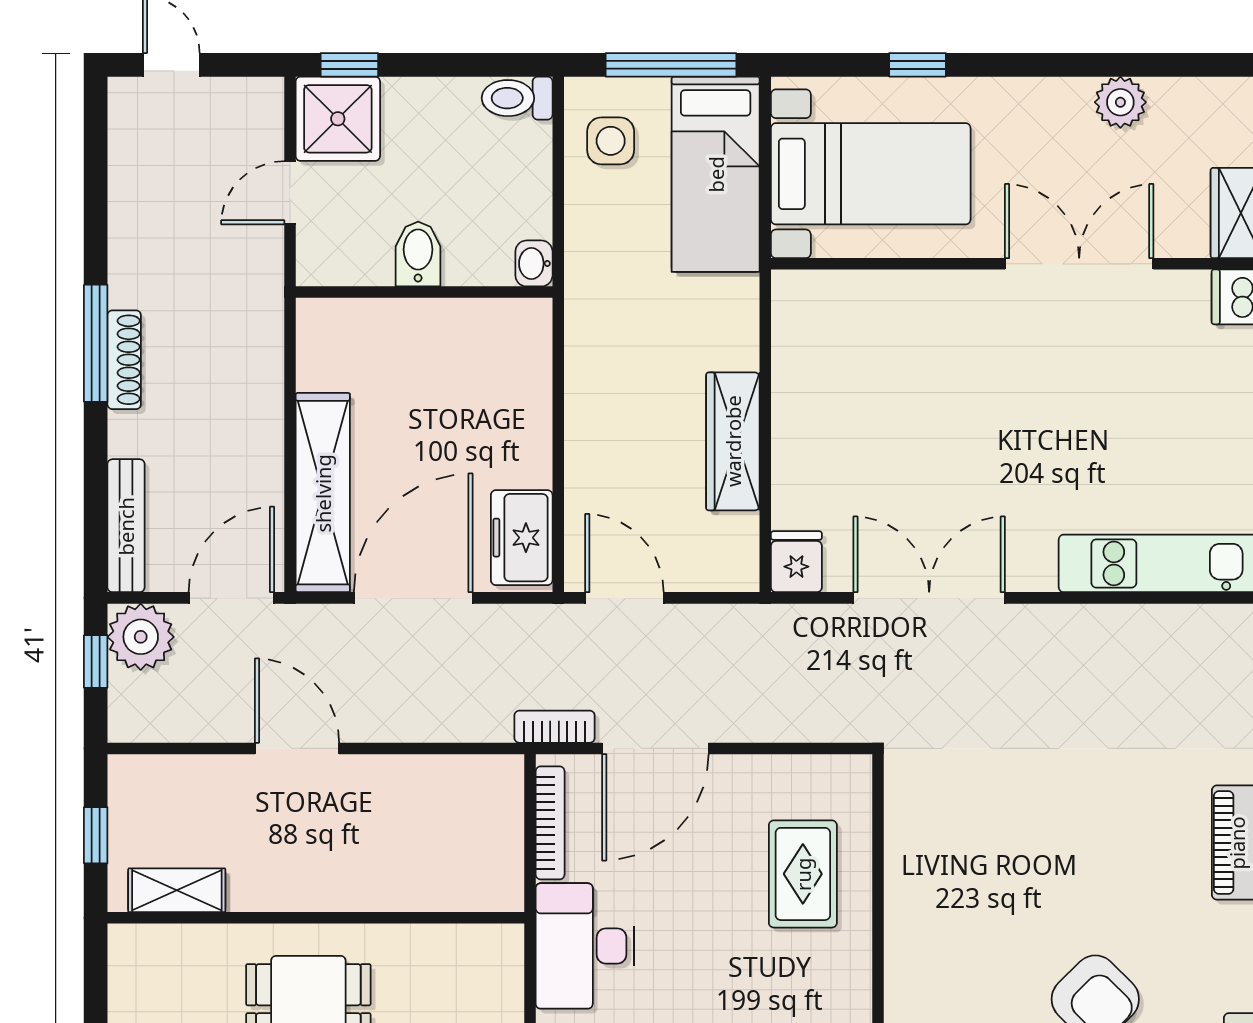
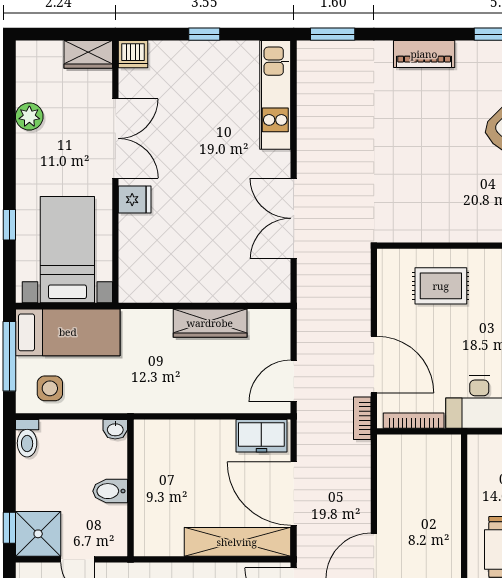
double door: (1079, 264) -> (115, 138), swing flipped
fridge: (796, 562) -> (135, 200), moved, turned 180

